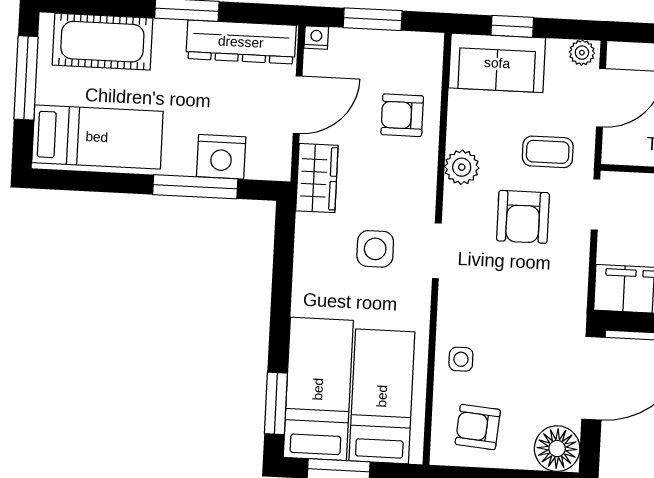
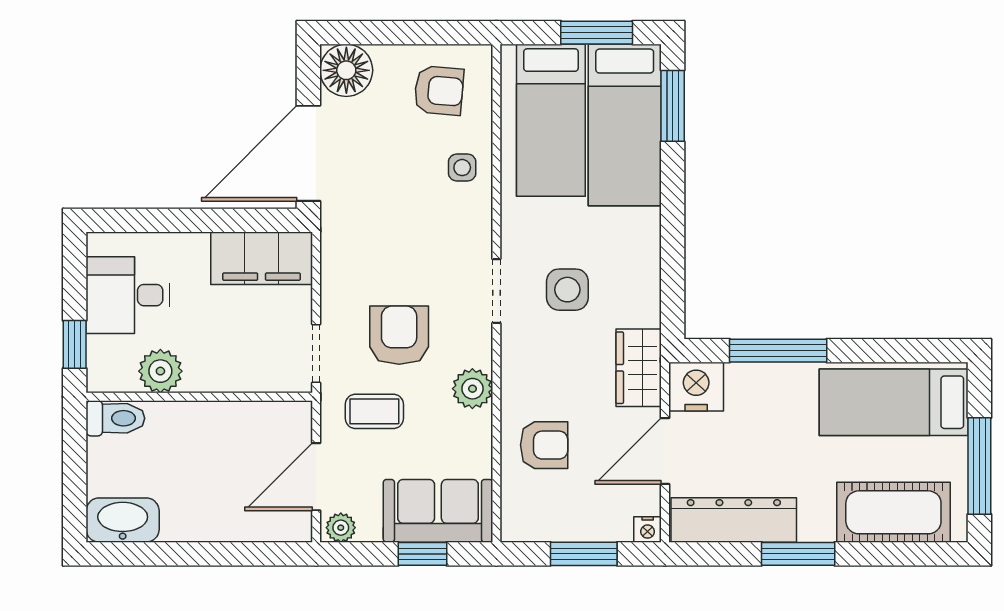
nightstand: (221, 157) -> (696, 387), moved

